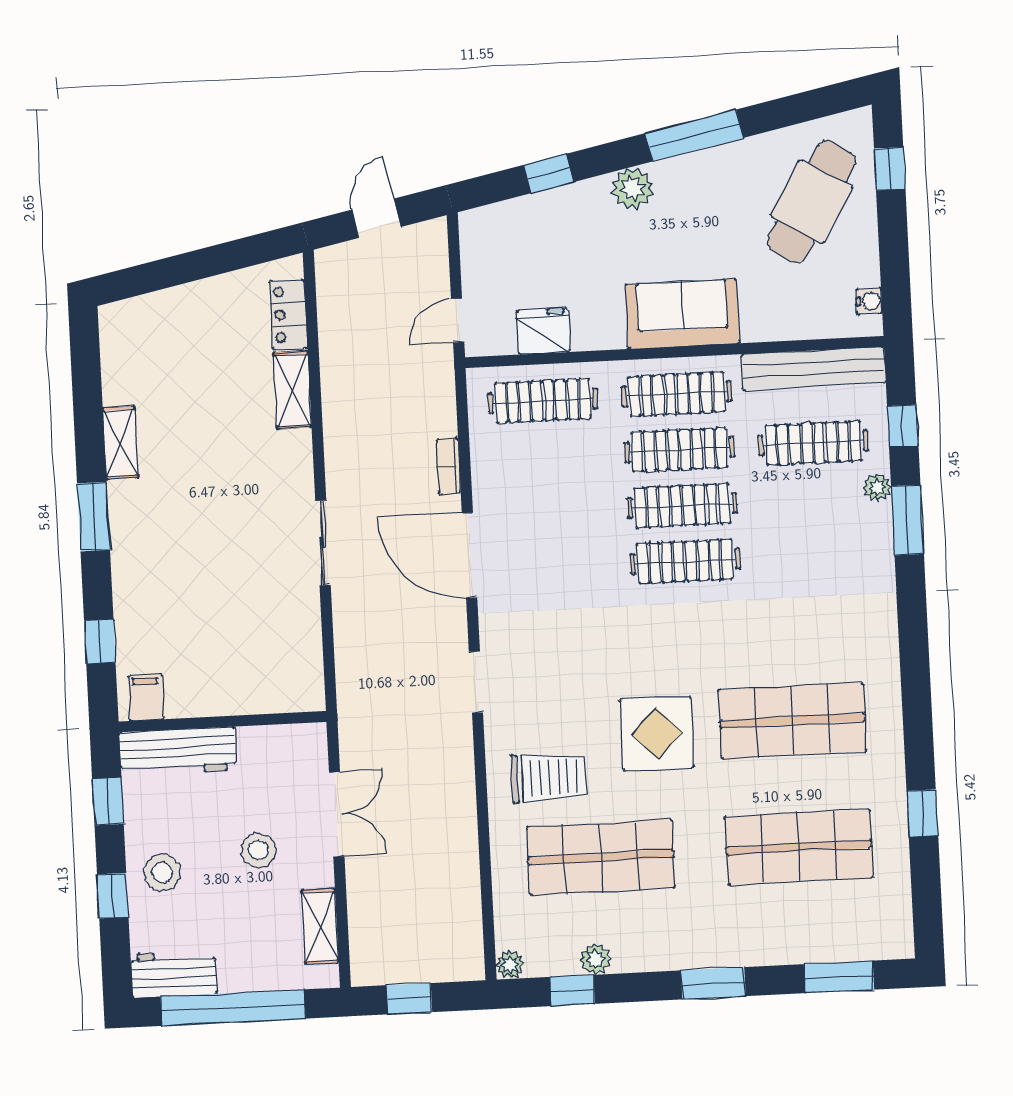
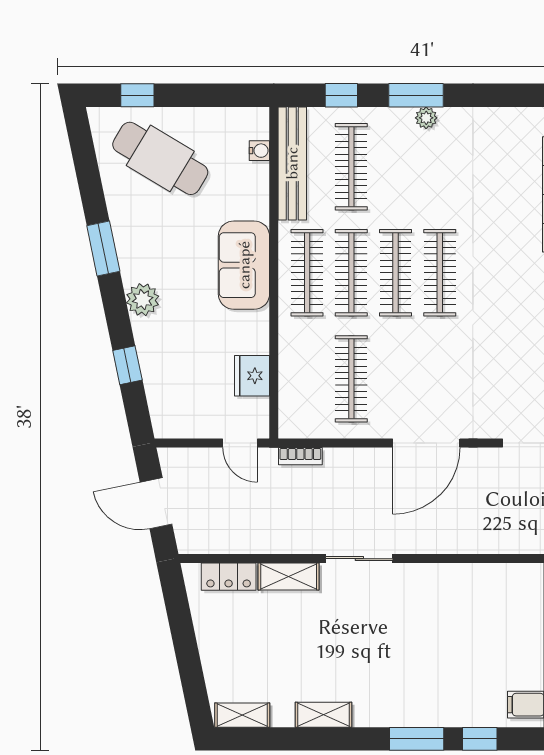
window: (694, 136) -> (103, 248), width x0.69
door: (376, 218) -> (156, 503), width x1.38
water cooler: (869, 301) -> (259, 151), moved, turned 90
shelving: (115, 341) -> (242, 715), added
clothes rail: (543, 401) -> (351, 379), moved
bookcase: (449, 466) -> (300, 456), moved
plant: (877, 487) -> (426, 118), moved
window: (94, 517) -> (417, 739), moved
sliding door: (323, 543) -> (359, 559), moved

